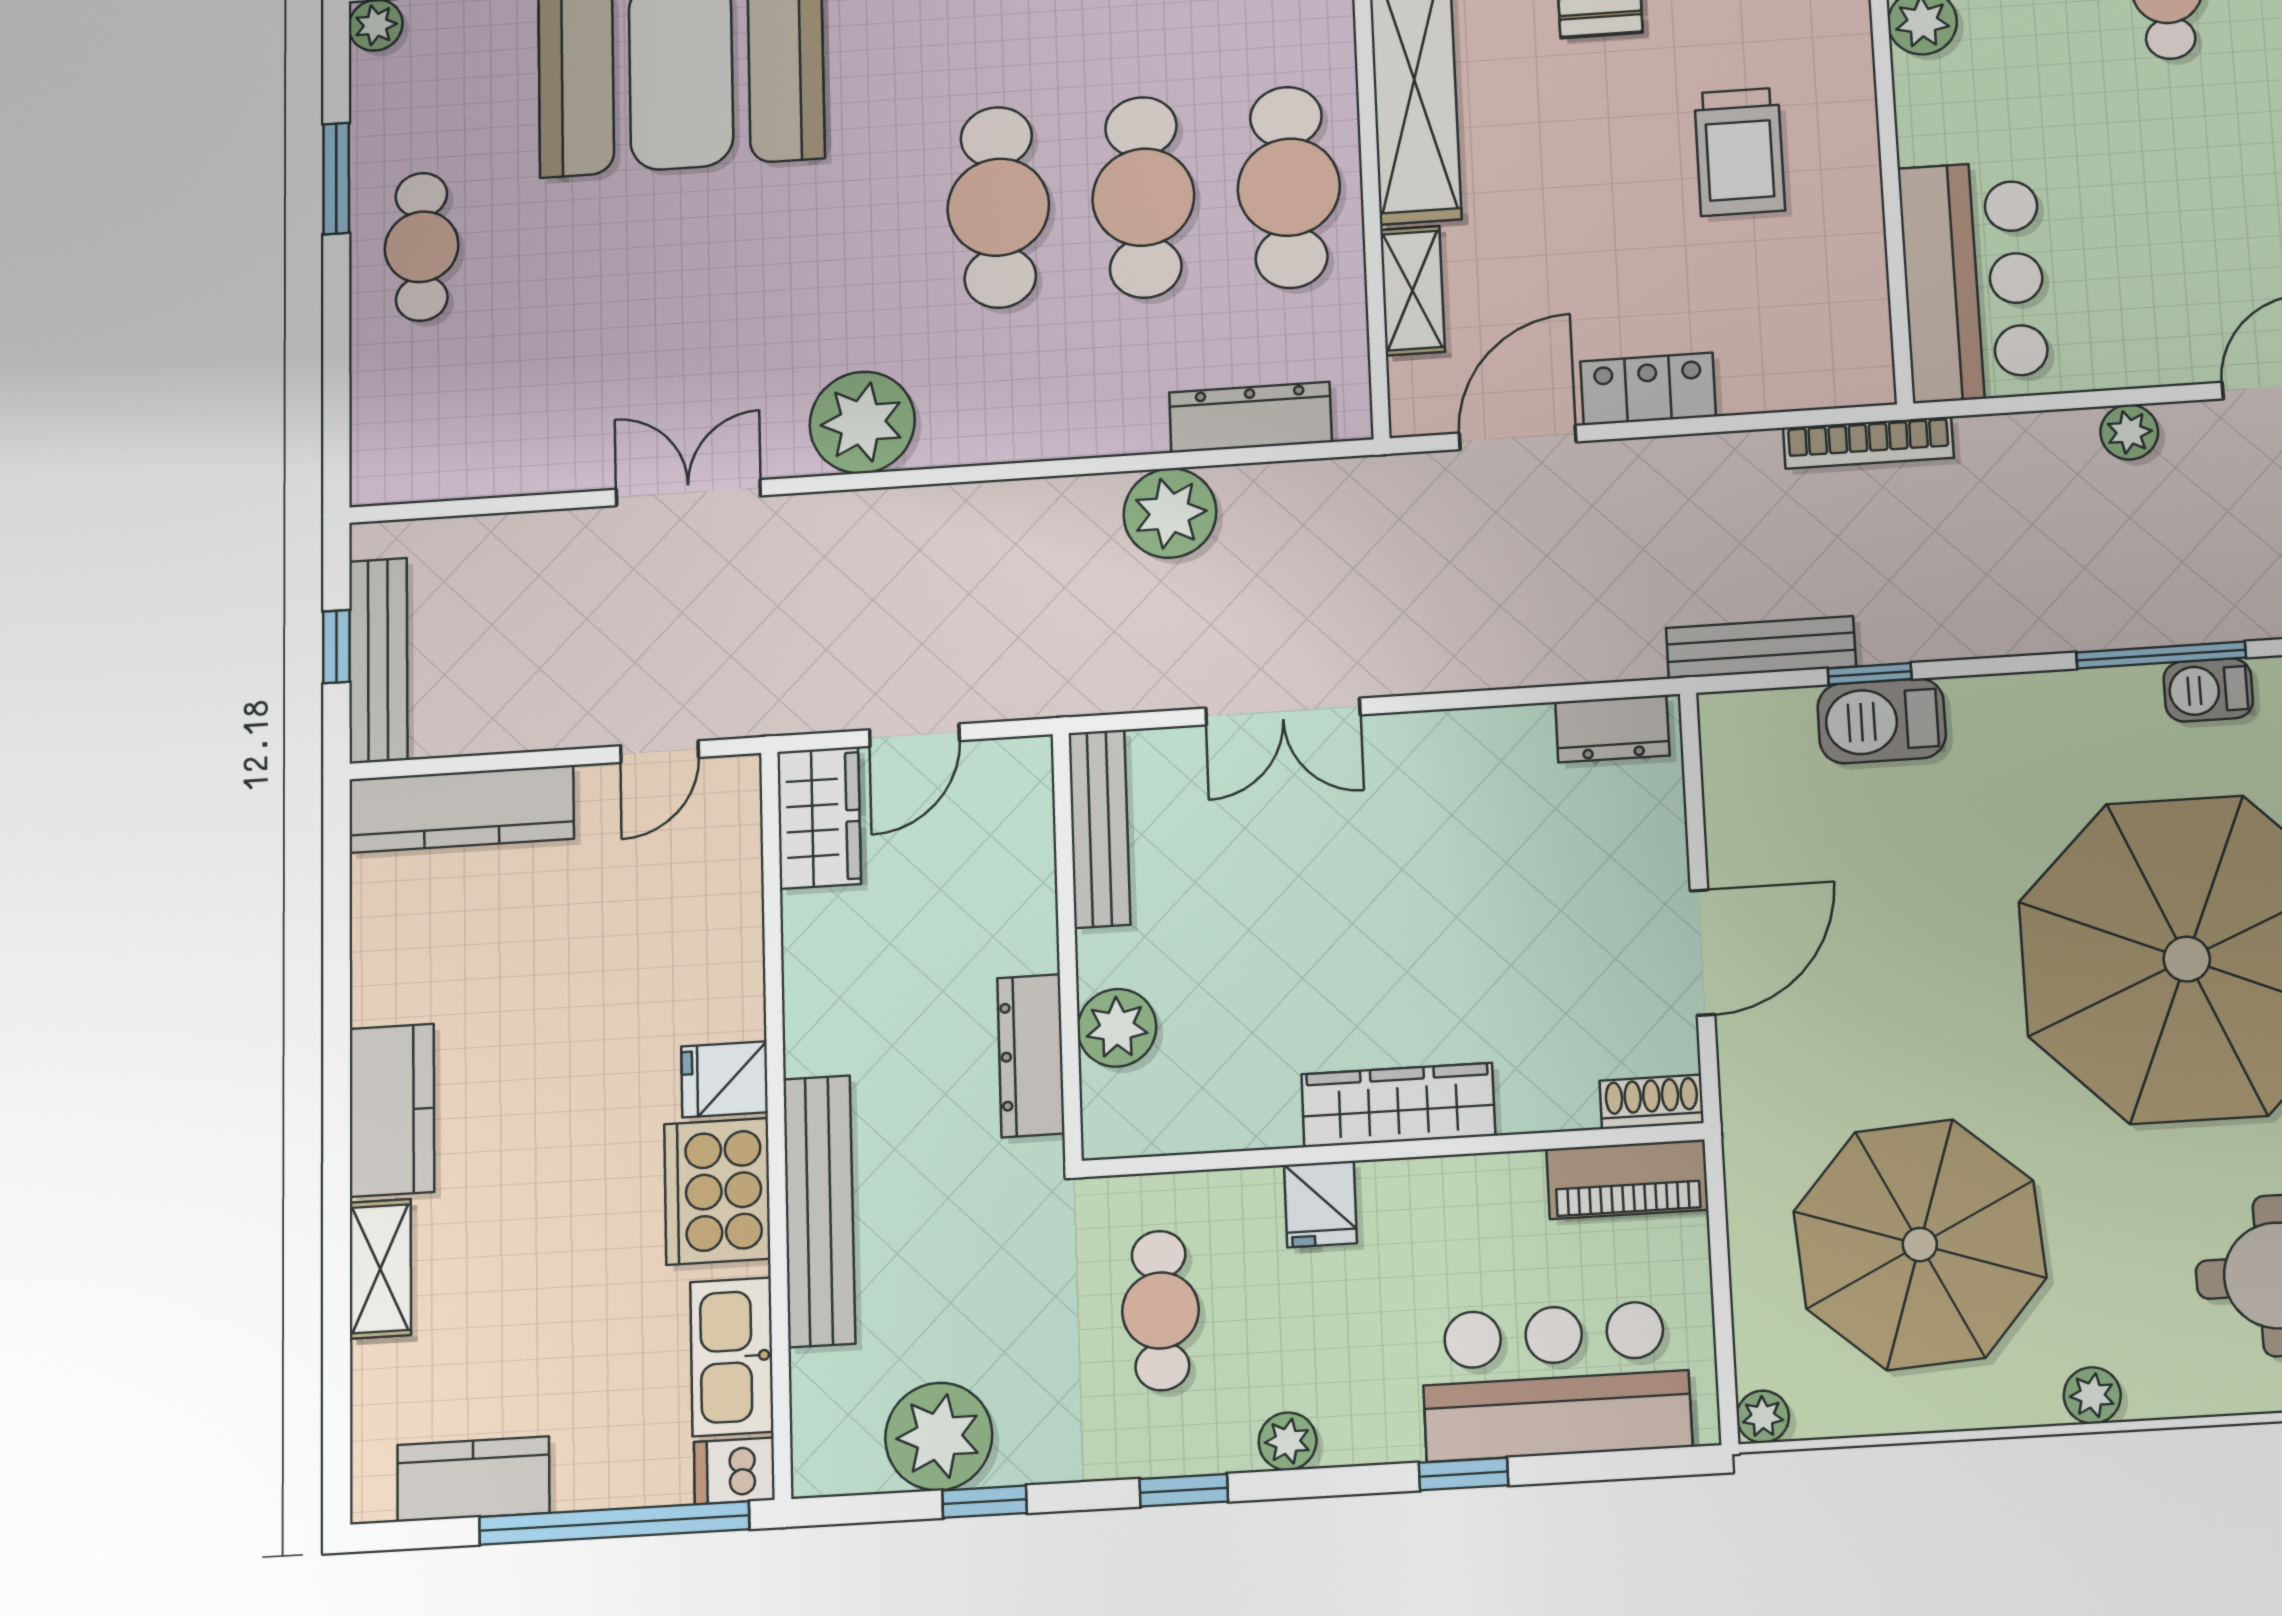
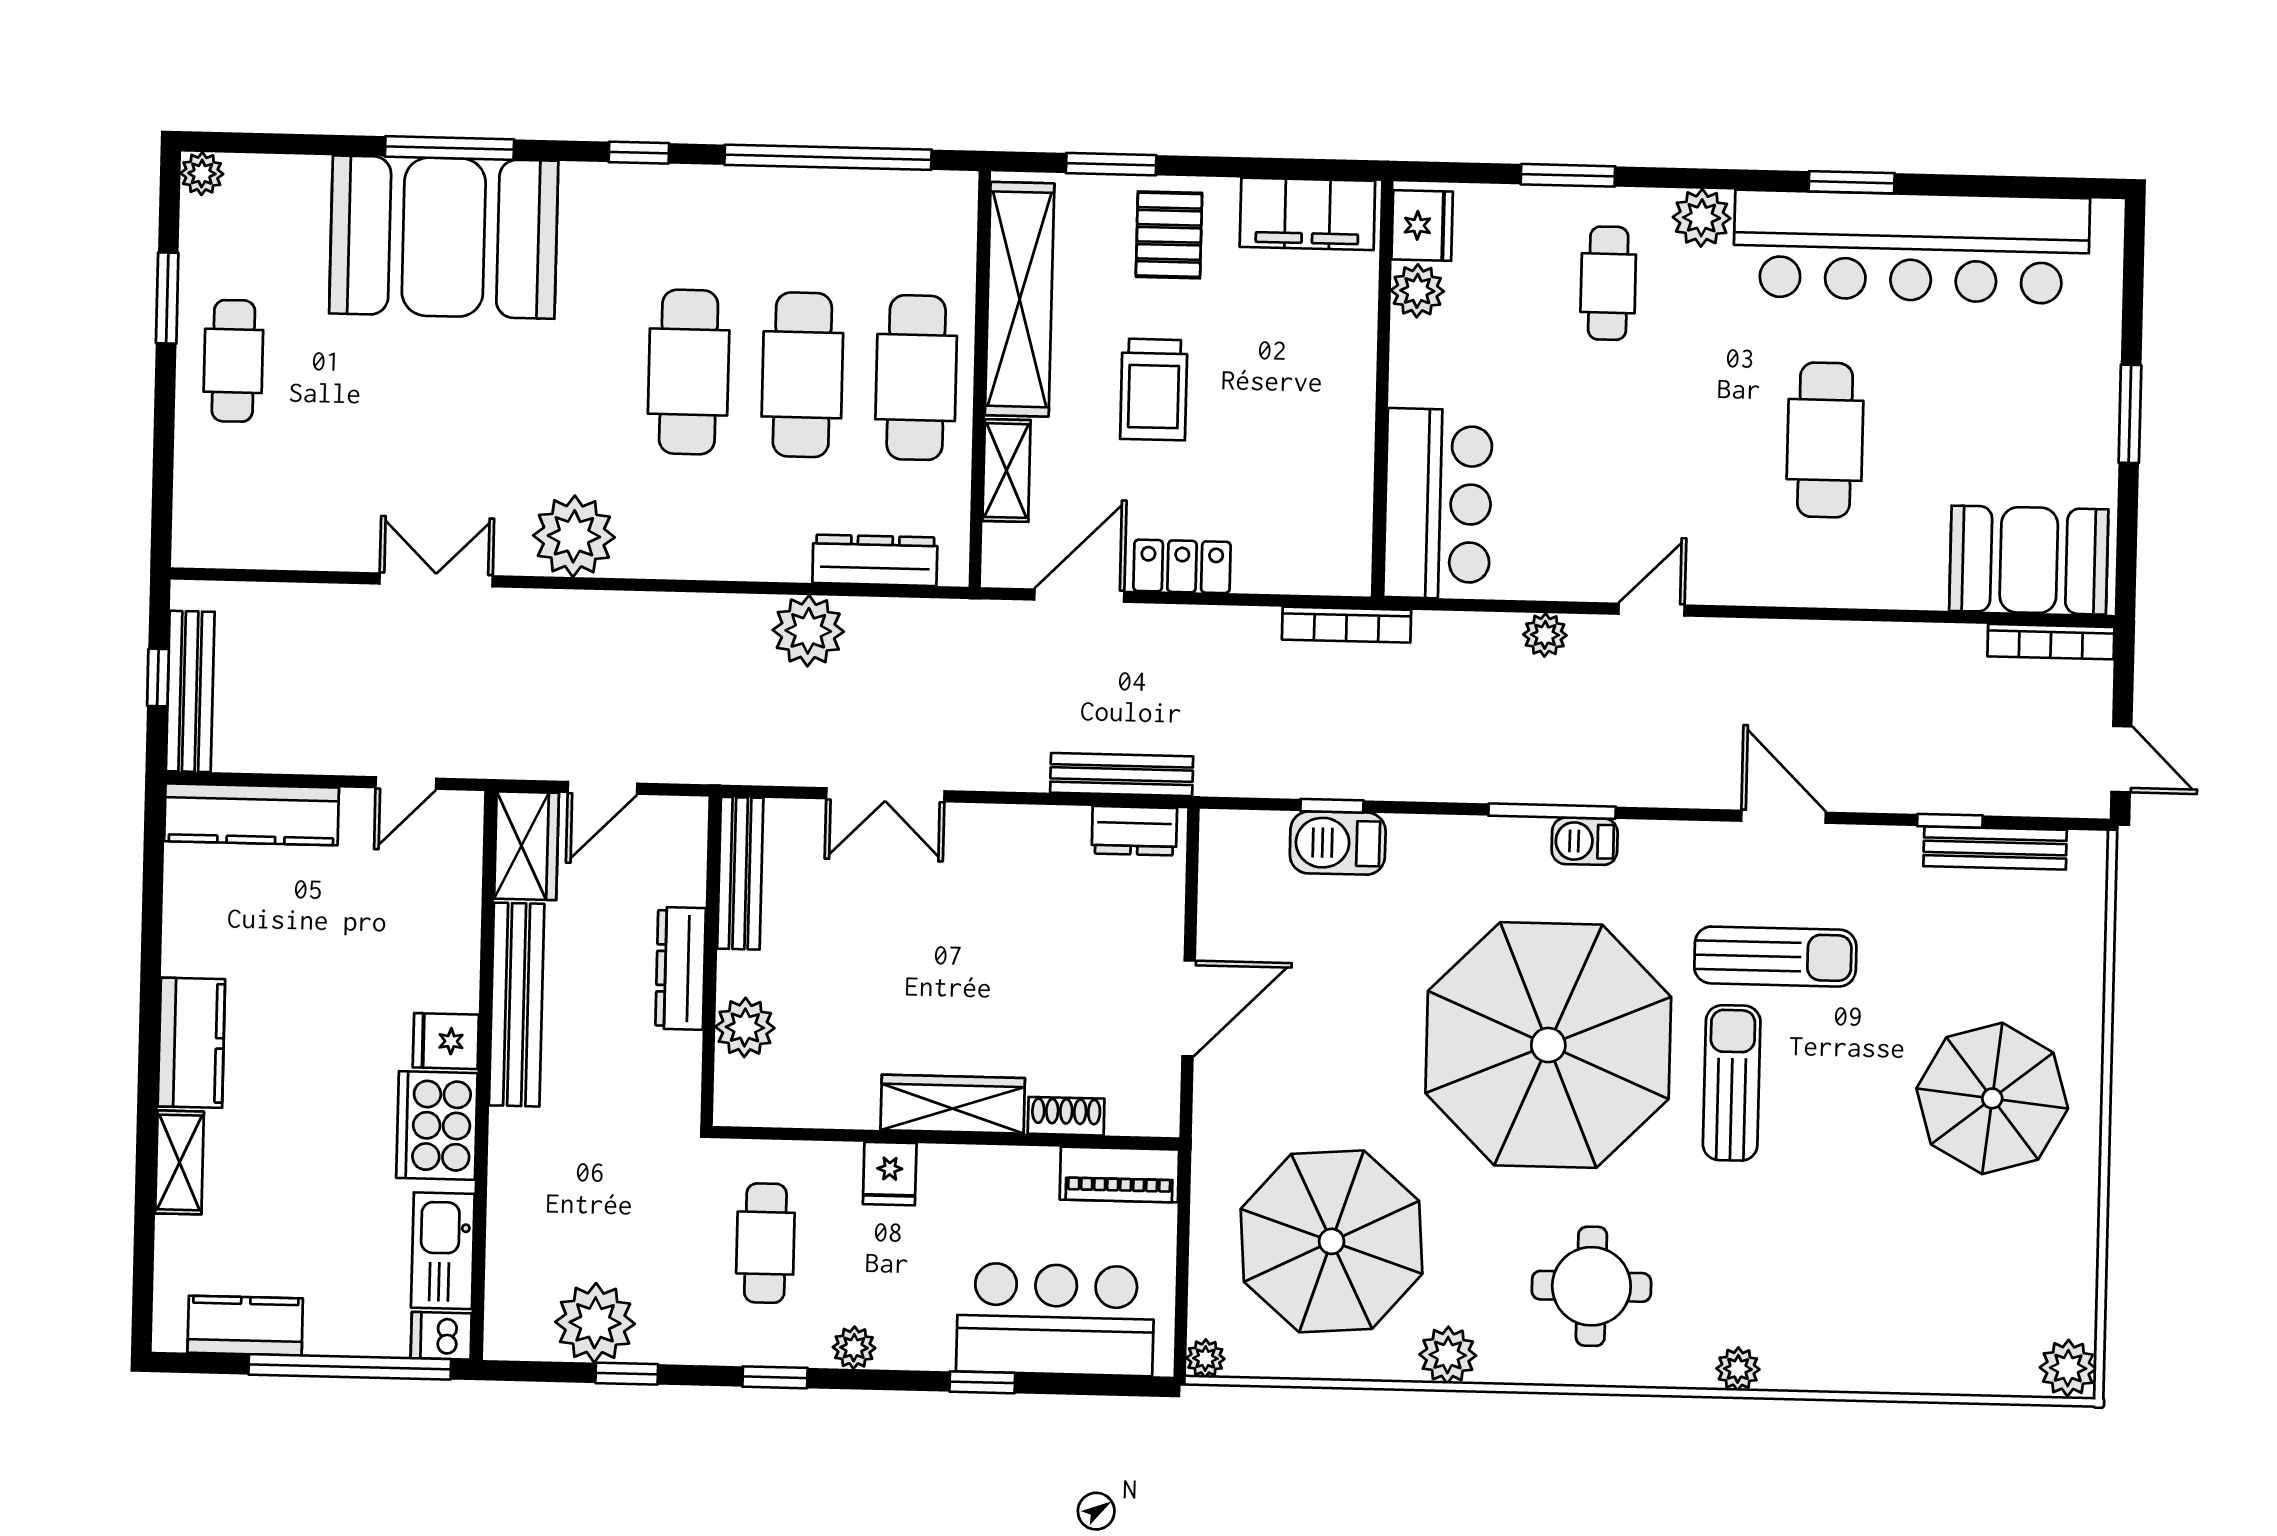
trolley: (1739, 152) -> (1154, 390), moved
bench: (1761, 647) -> (1122, 775), moved
dresser: (1031, 1056) -> (681, 968), moved
shoe rack: (1652, 1102) -> (1066, 1116), moved
bench: (819, 1211) -> (517, 1005), moved
plant: (2092, 1395) -> (1448, 1355), width x1.38, depth x1.38

